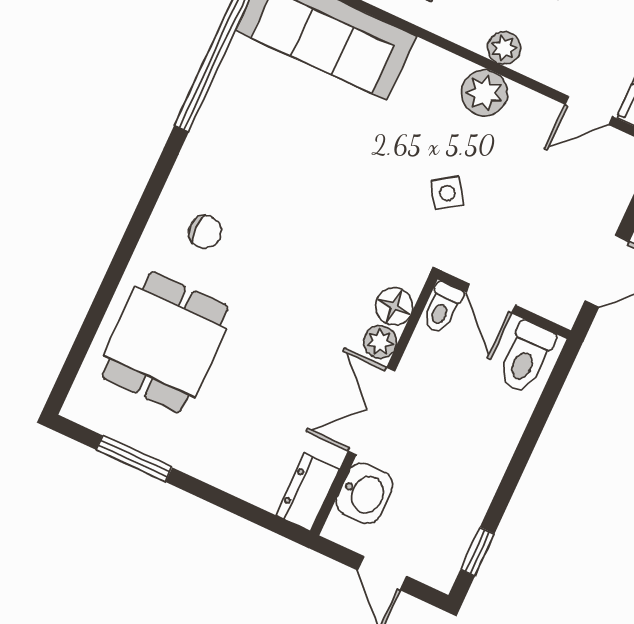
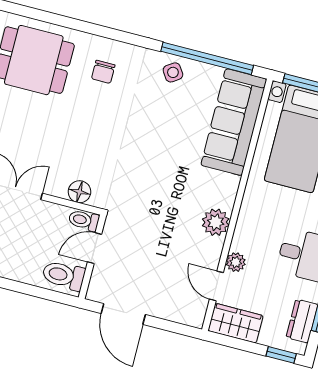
plant: (504, 48) -> (236, 262), moved
side table: (447, 193) -> (173, 72), moved
plant: (380, 342) -> (57, 187), removed

